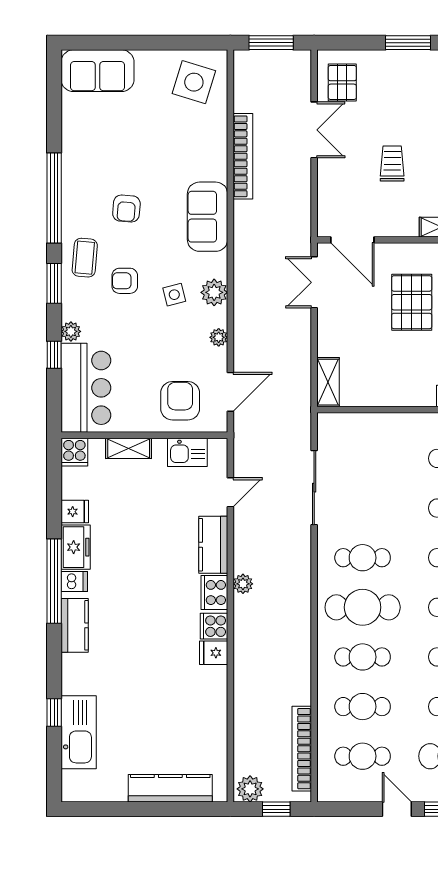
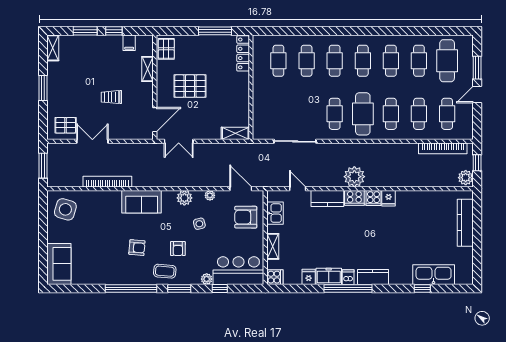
side table: (174, 295) -> (199, 224), moved
plant: (243, 584) -> (354, 177), width x1.87, depth x1.87

